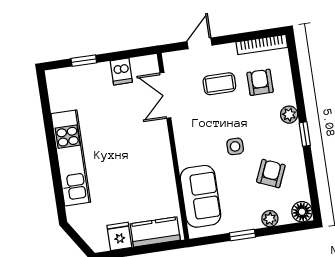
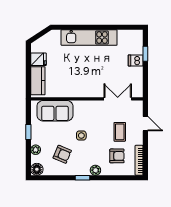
dishwasher: (121, 71) -> (136, 60), moved

